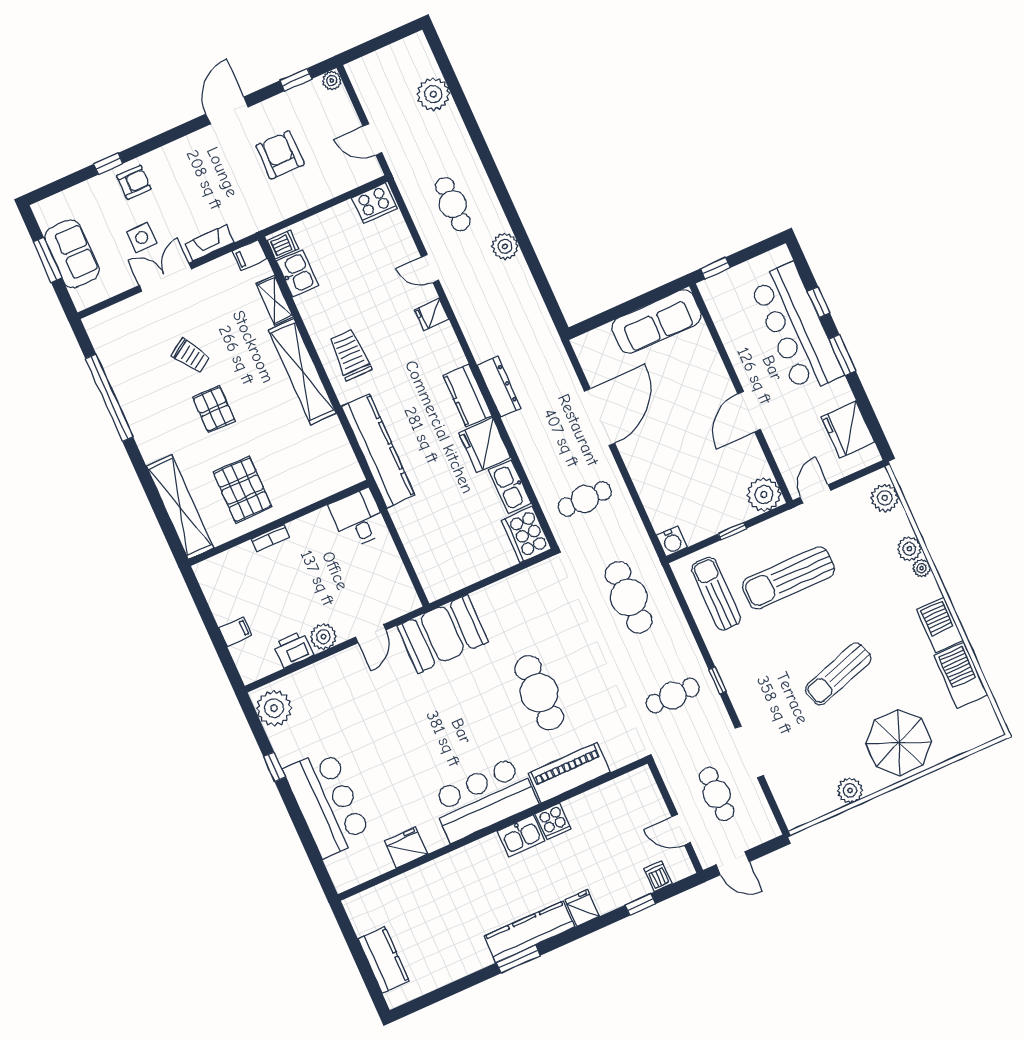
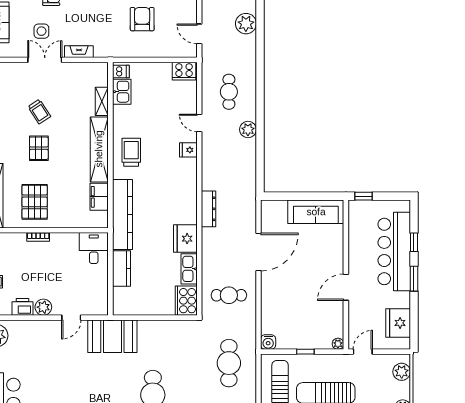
filing cabinet: (250, 255) -> (99, 197), moved, width x2.00
kitchen counter: (468, 396) -> (122, 269), moved, turned 180
plant: (764, 495) -> (338, 344), width x0.53, depth x0.53

